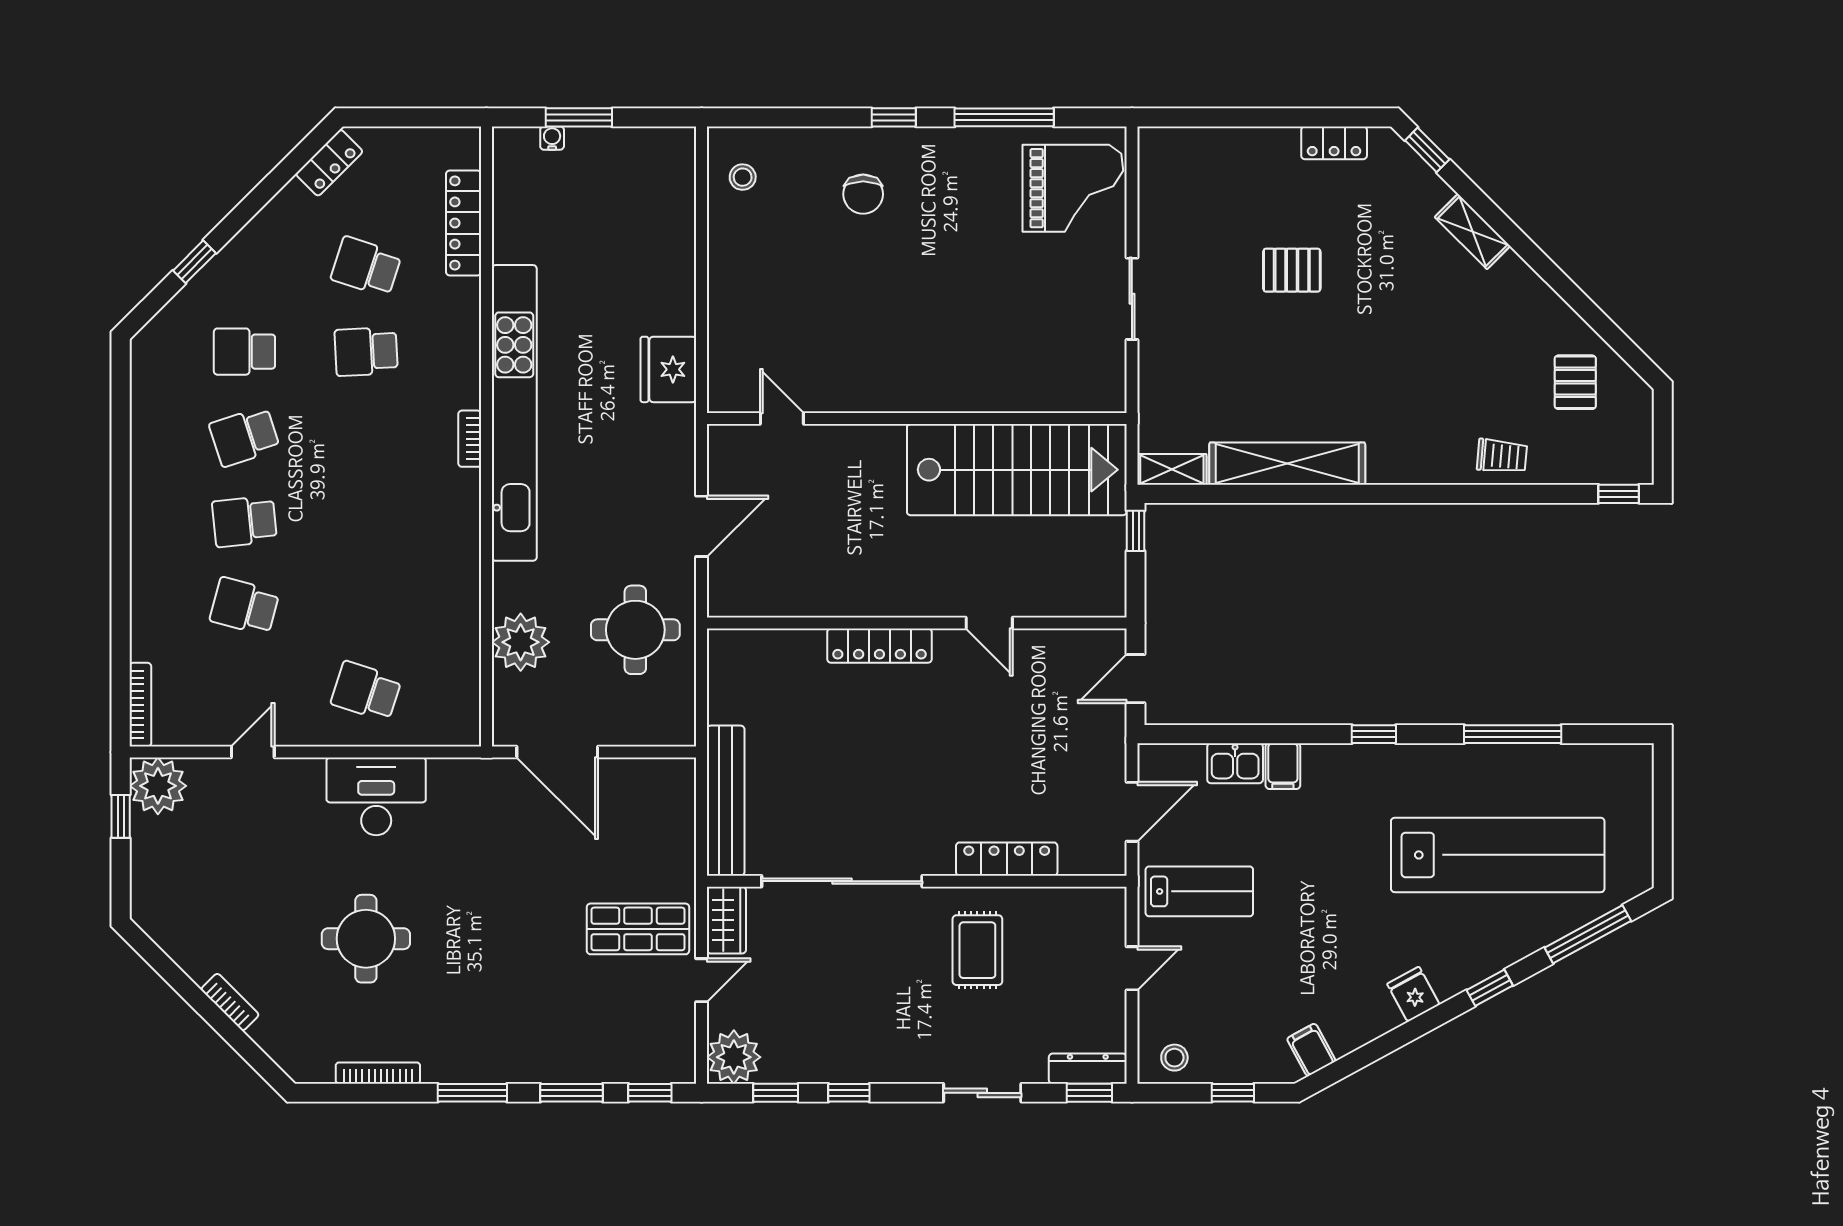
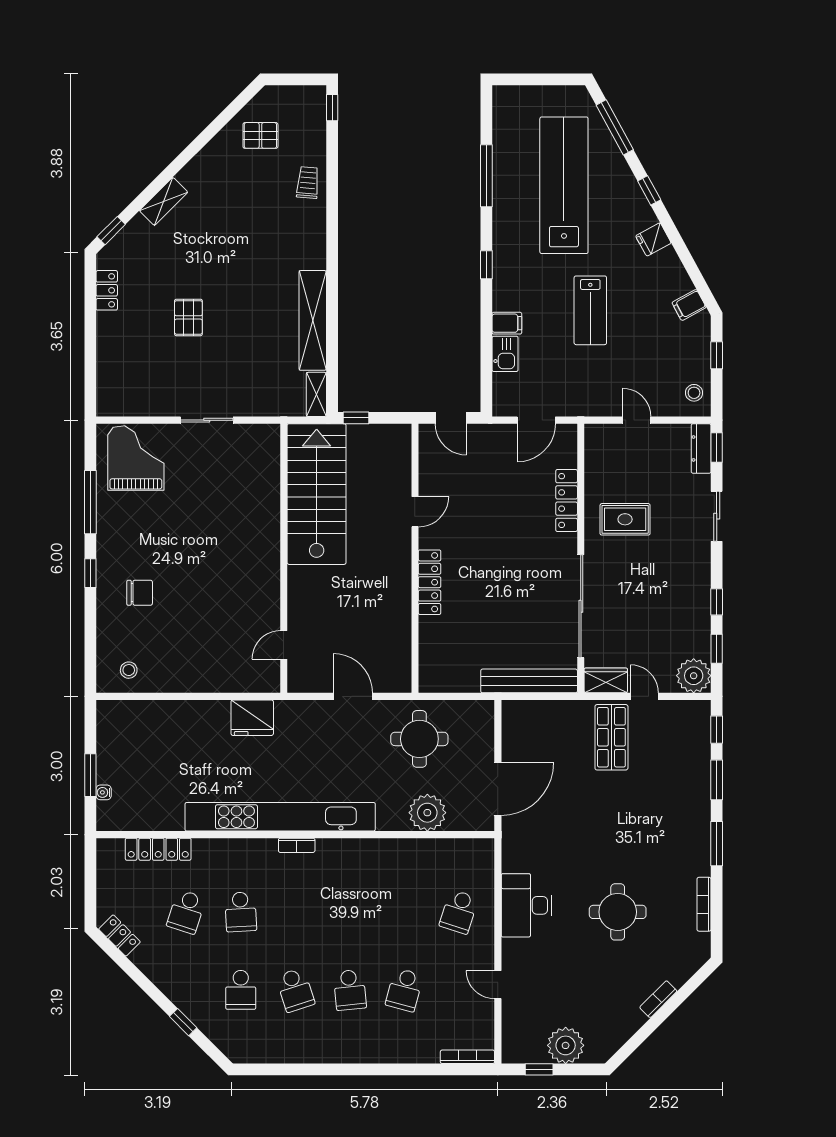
plant: (158, 786) -> (566, 1045), moved
door: (1132, 812) -> (536, 420), swing flipped
lab bench: (1199, 891) -> (590, 310), moved, turned 180

